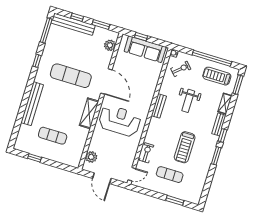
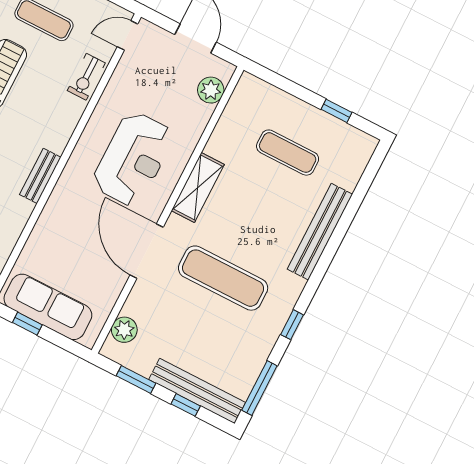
window: (141, 37) -> (27, 324), moved
reception desk: (120, 121) -> (133, 159), turned -90

